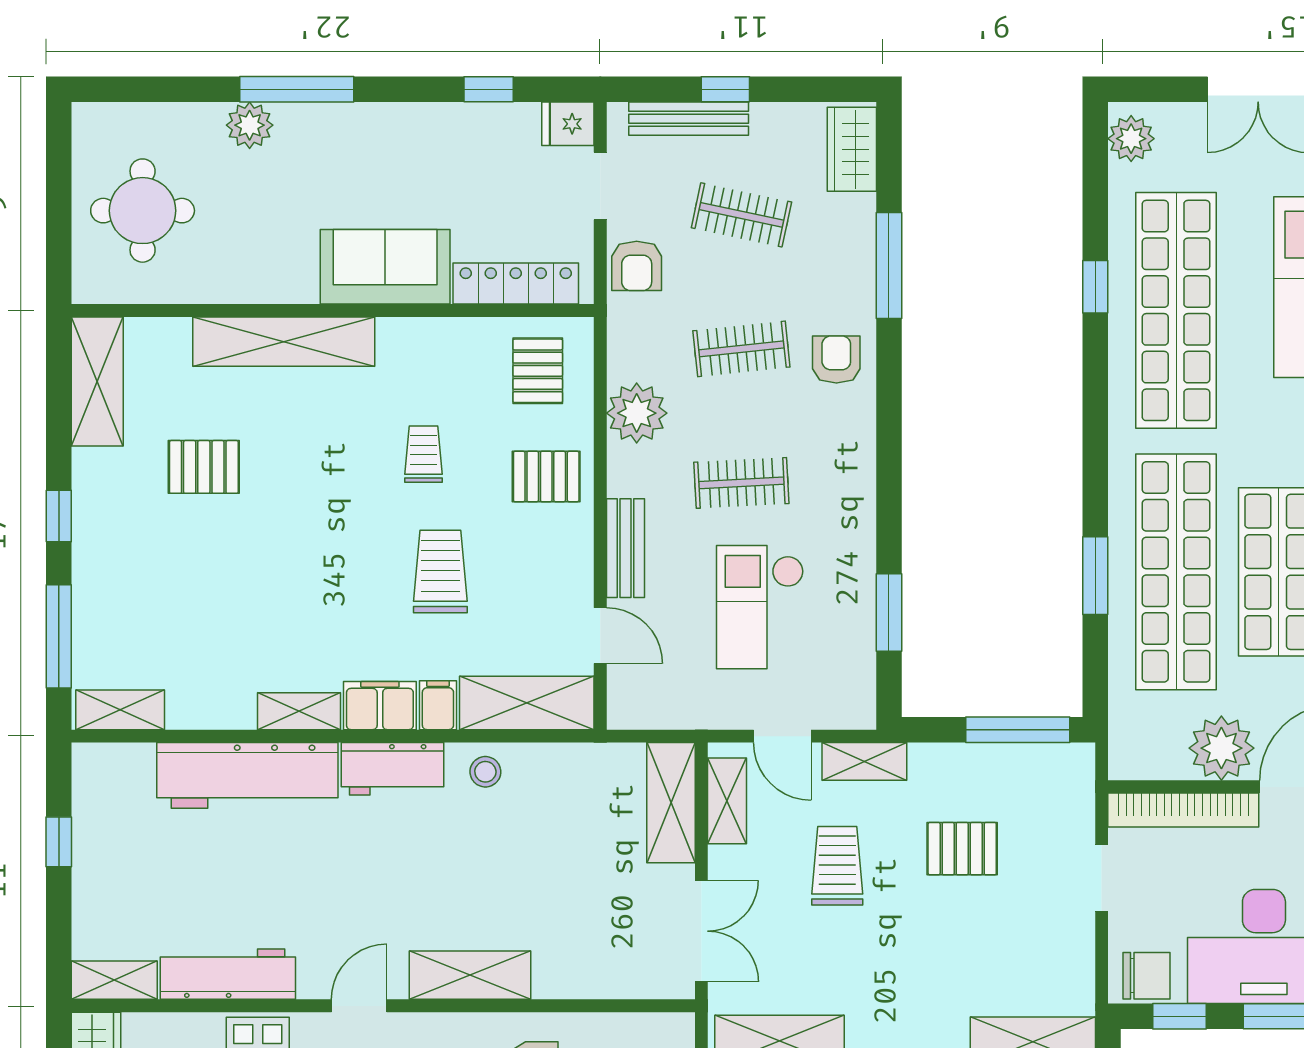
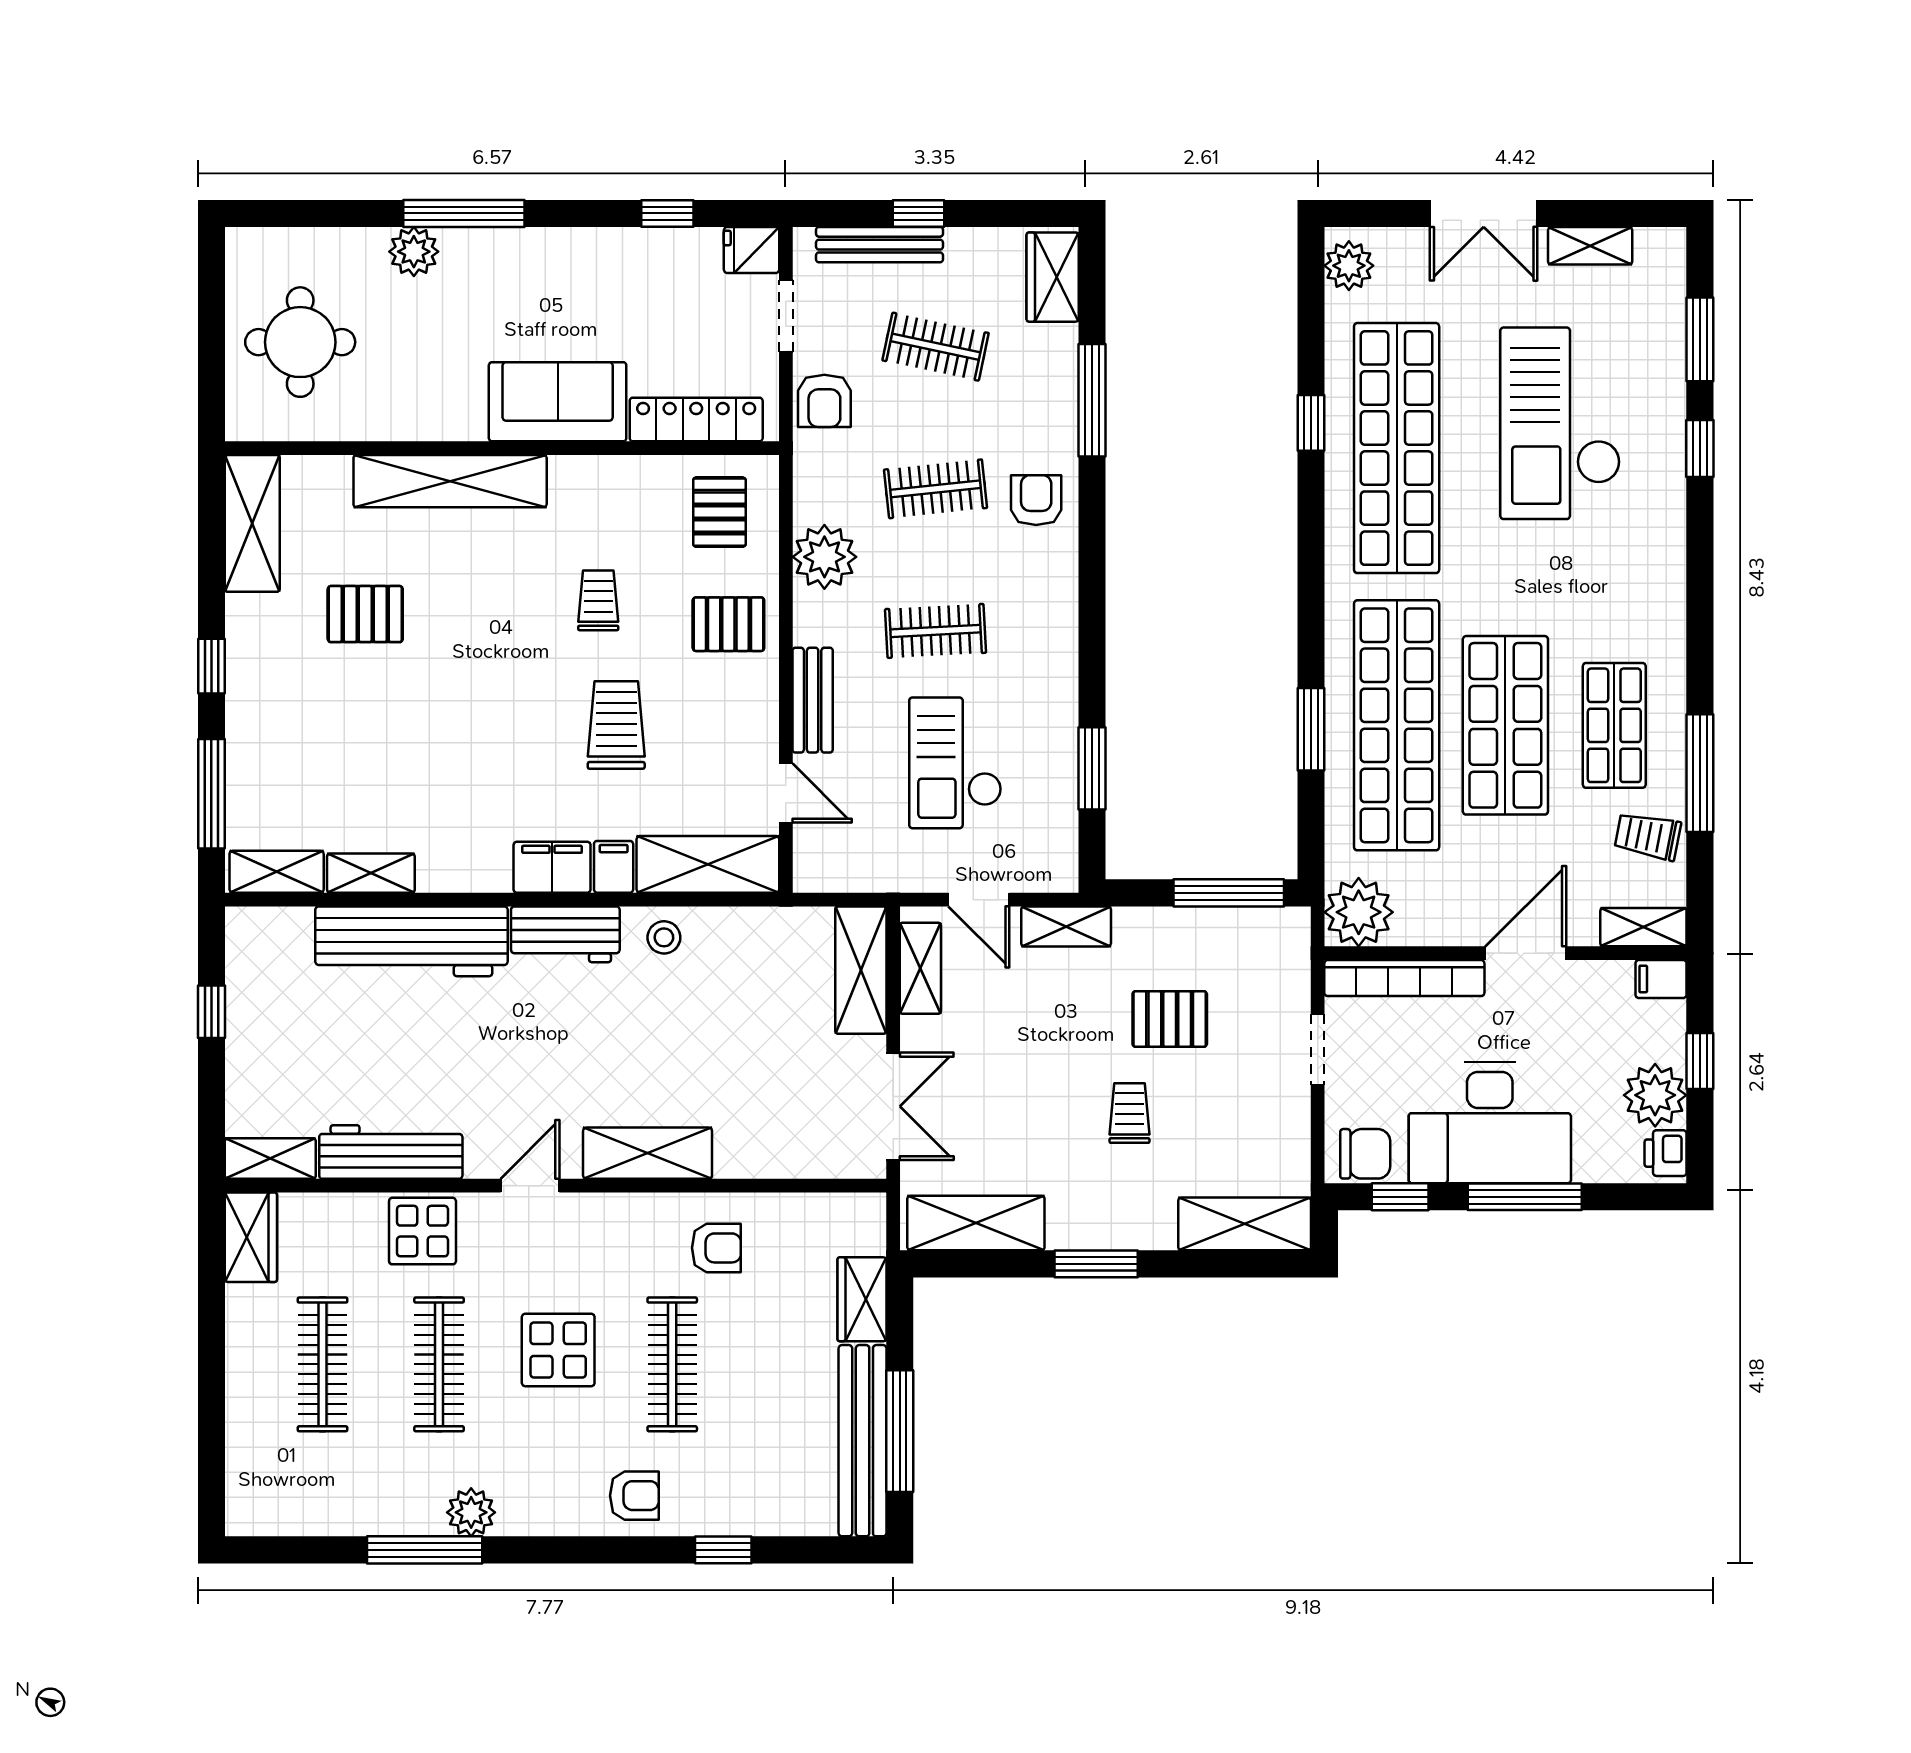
shelving: (299, 711) -> (371, 873), moved
plant: (1221, 748) -> (1359, 912), moved
trolley: (837, 866) -> (1130, 1113), moved, width x0.73, depth x0.72

